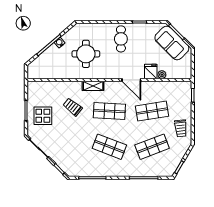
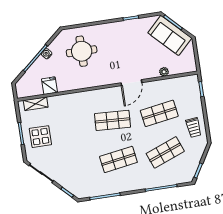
cafe table: (121, 39) -> (113, 39), removed
round table: (86, 54) -> (82, 51), moved
fridge: (151, 72) -> (50, 86), moved
door: (131, 80) -> (131, 83), hinge flipped
shelving: (93, 86) -> (36, 104), moved
trolley: (73, 107) -> (72, 122), removed
shop shelf: (109, 147) -> (118, 159), turned -30

